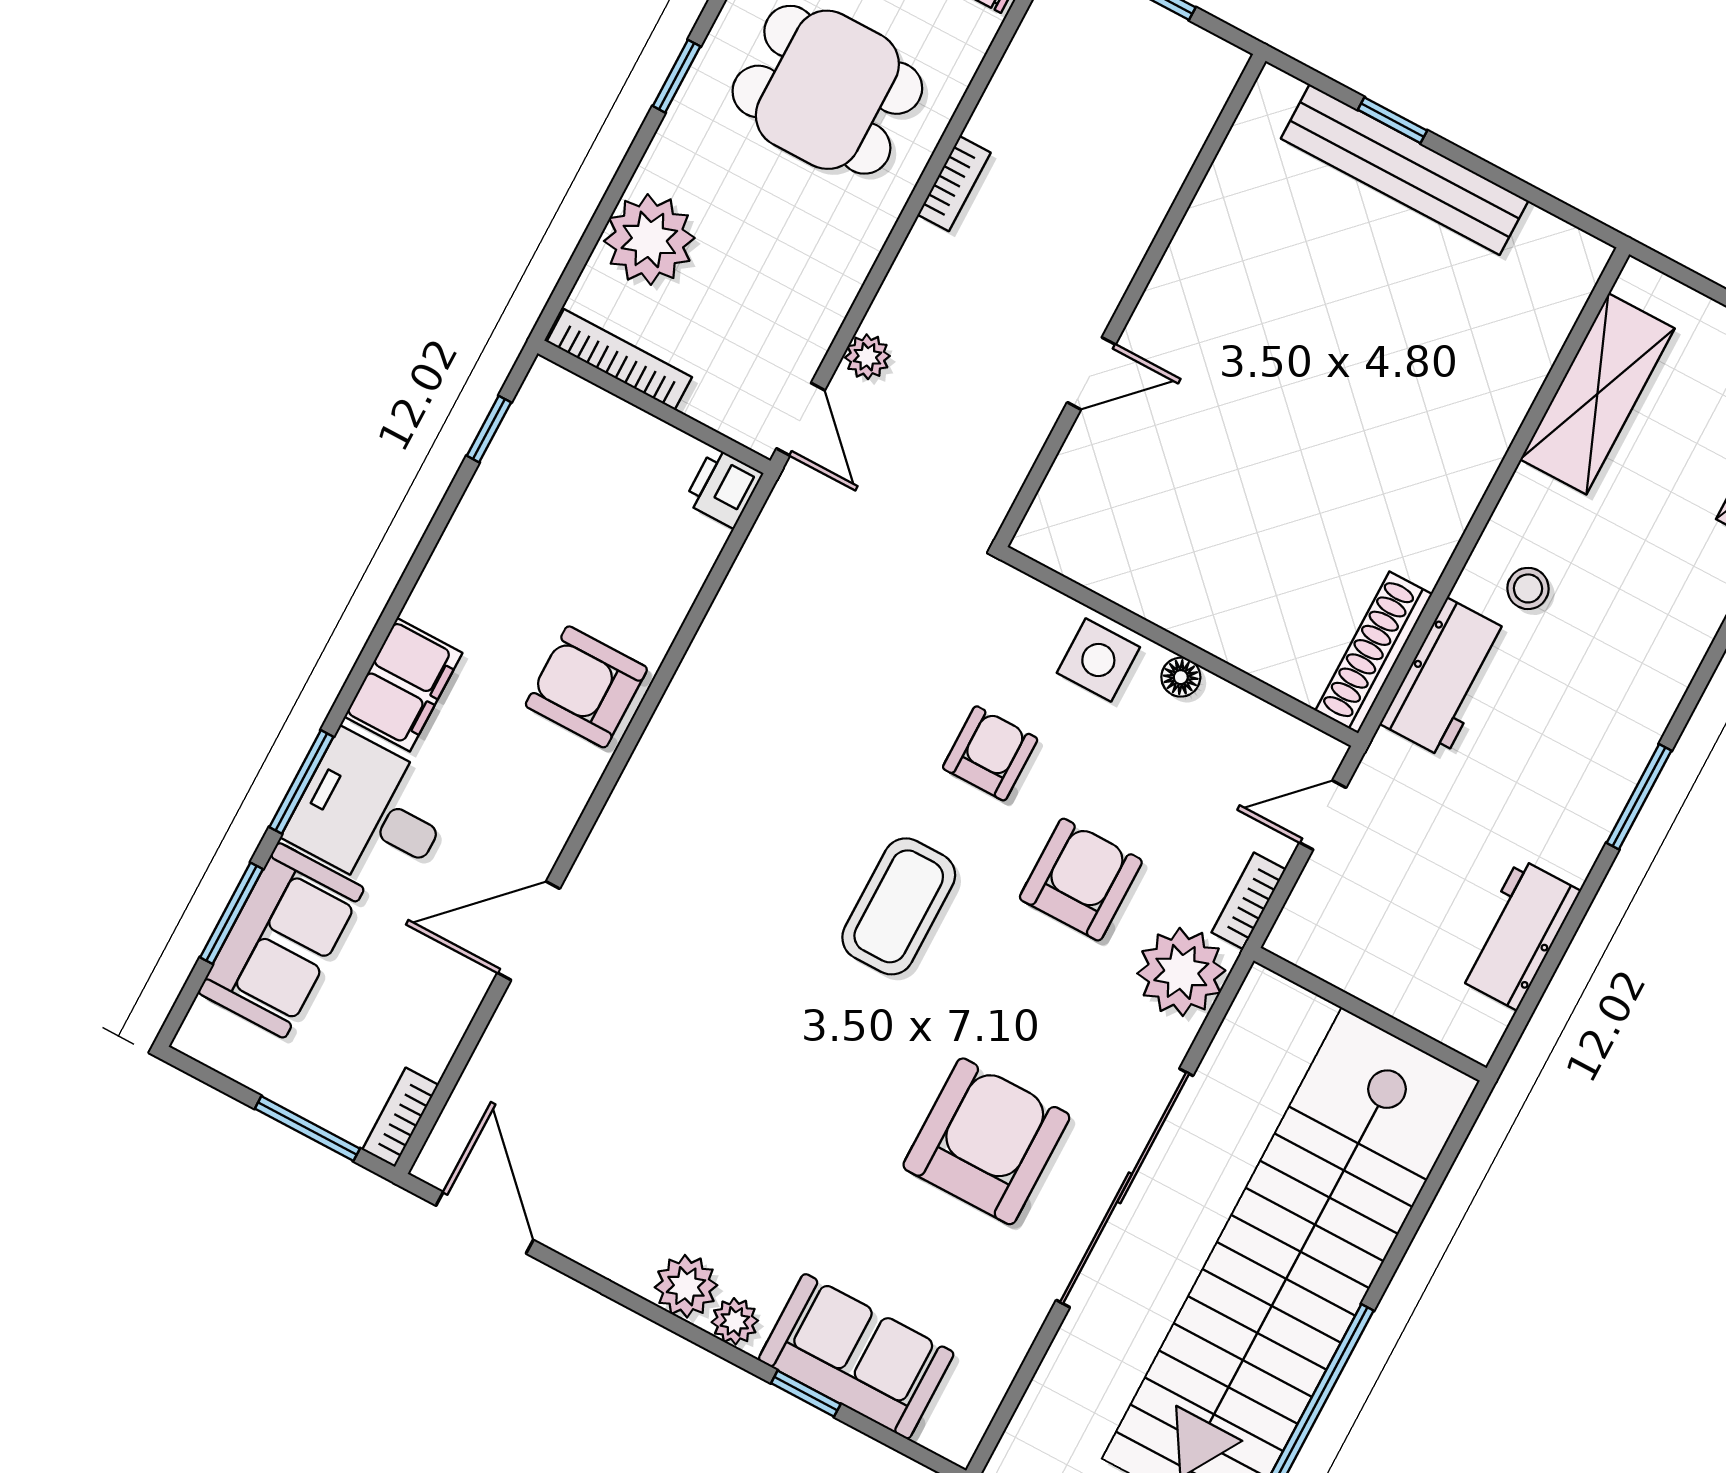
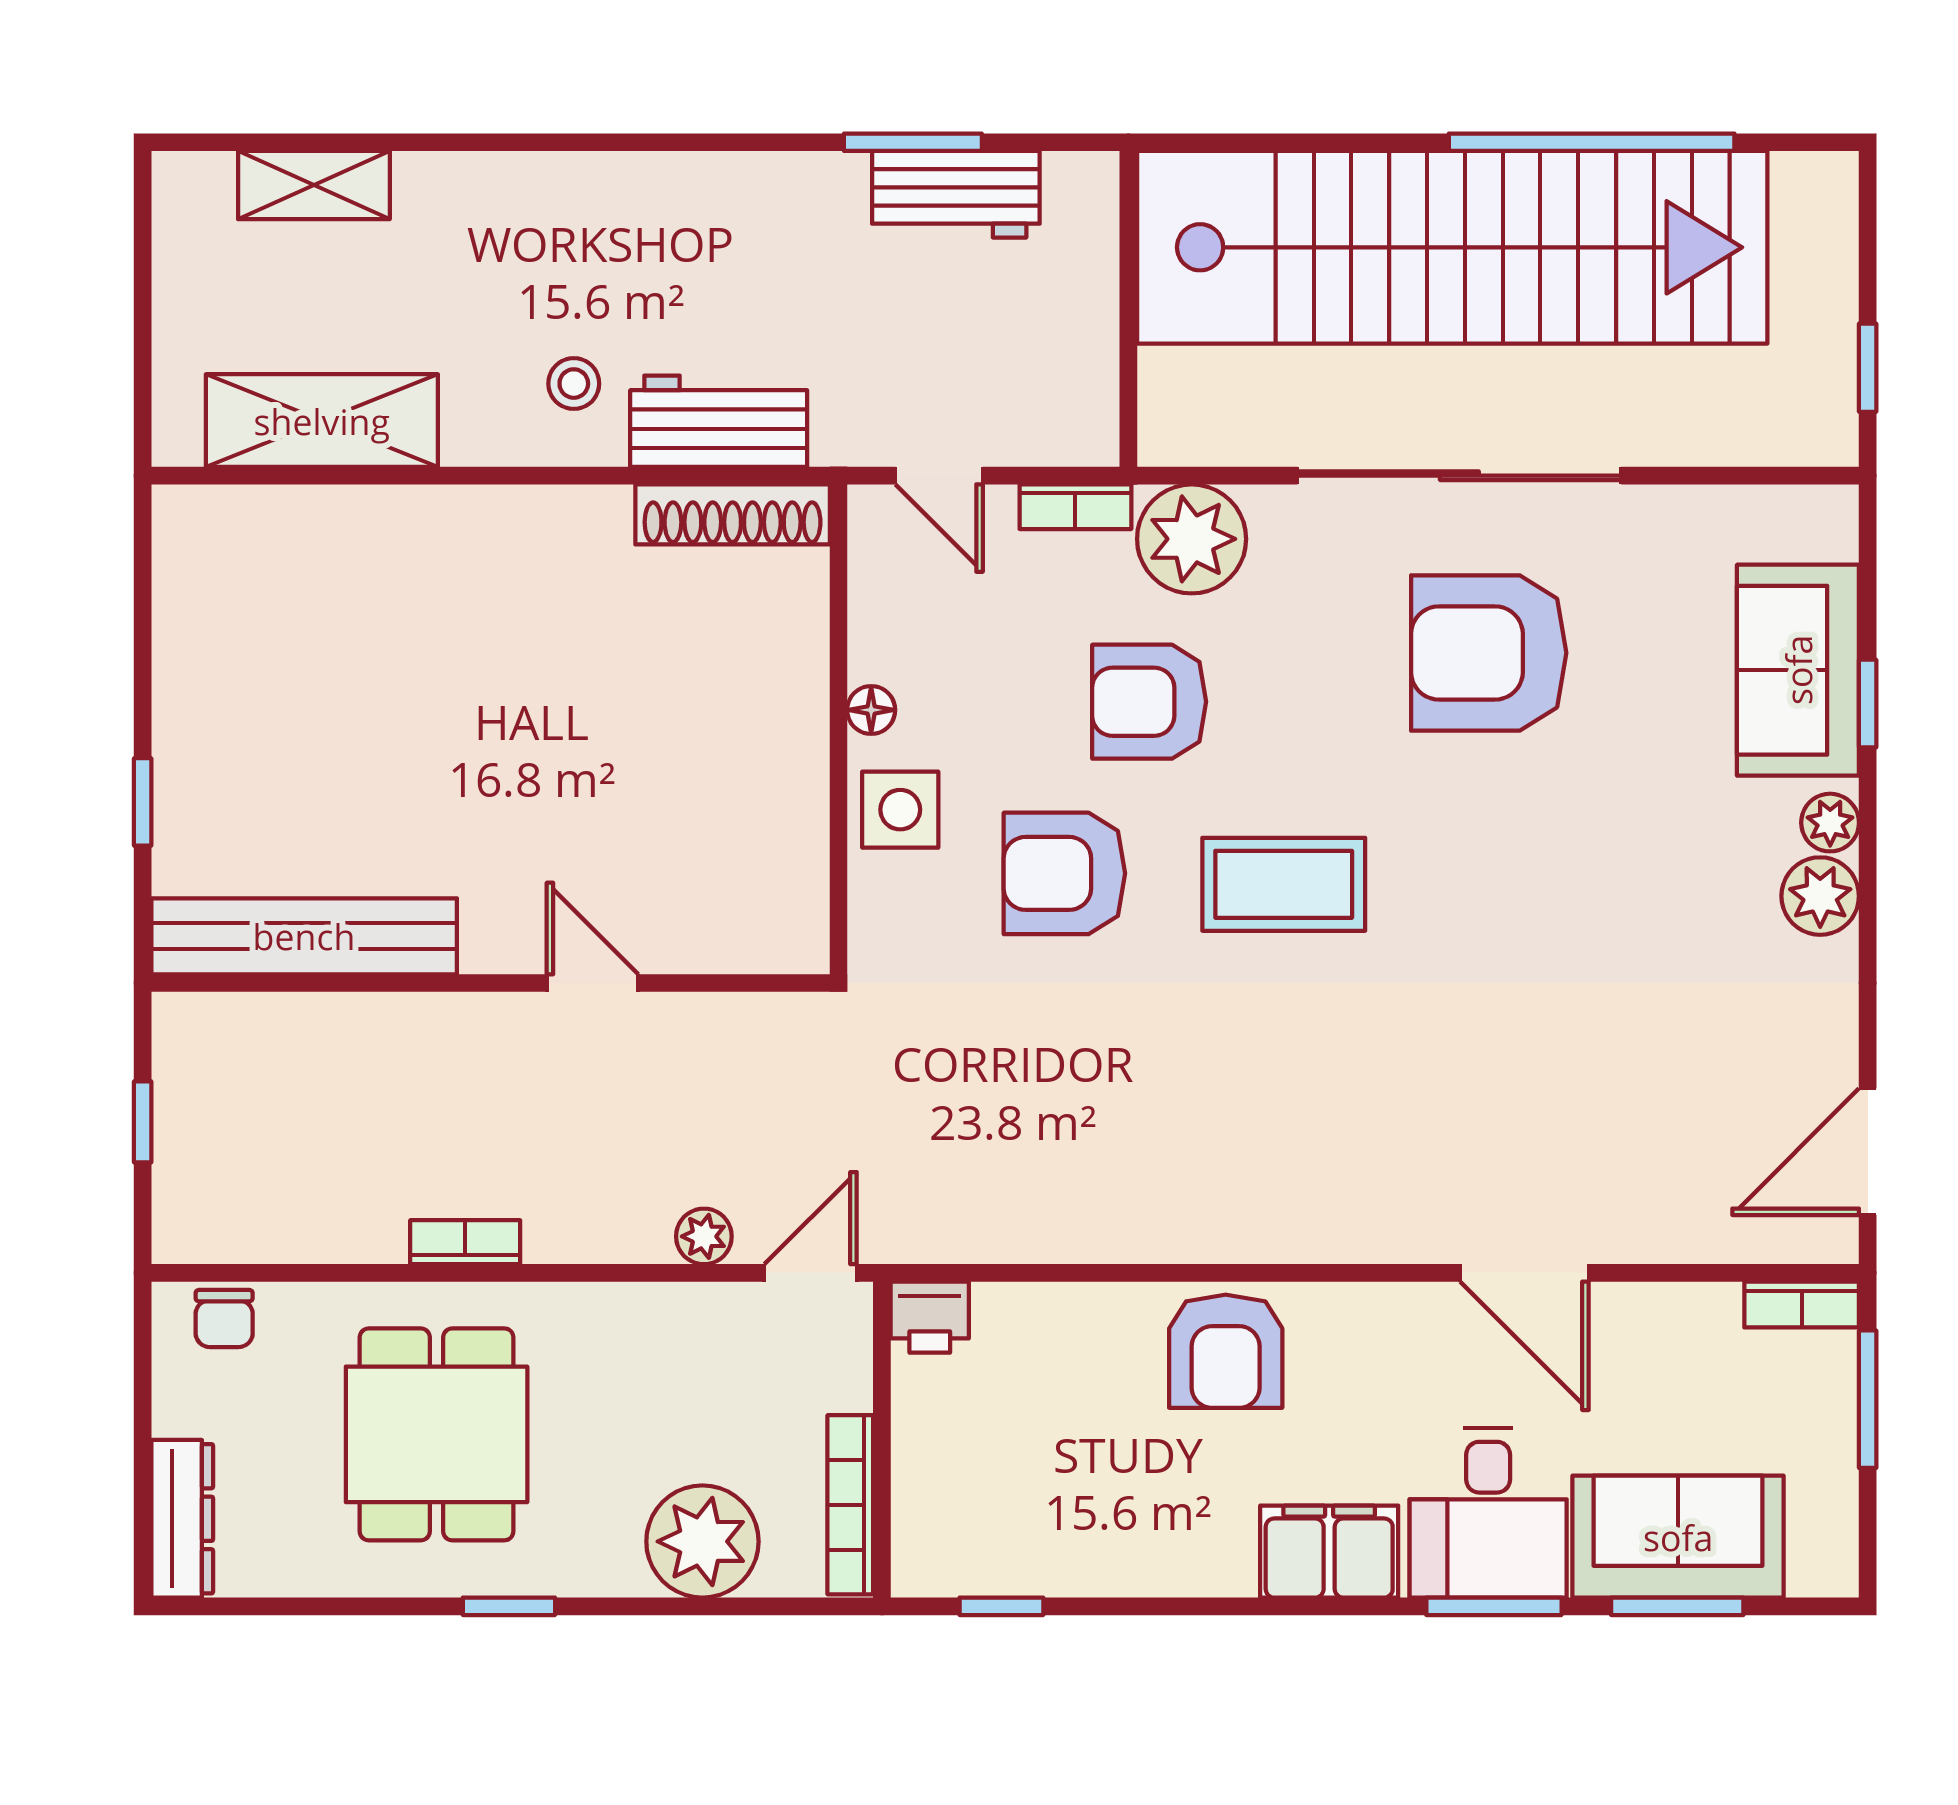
bench: (1405, 170) -> (304, 936), moved, turned 90
armchair: (990, 753) -> (1064, 873), width x1.38, depth x1.38
window: (1639, 797) -> (913, 142), moved

